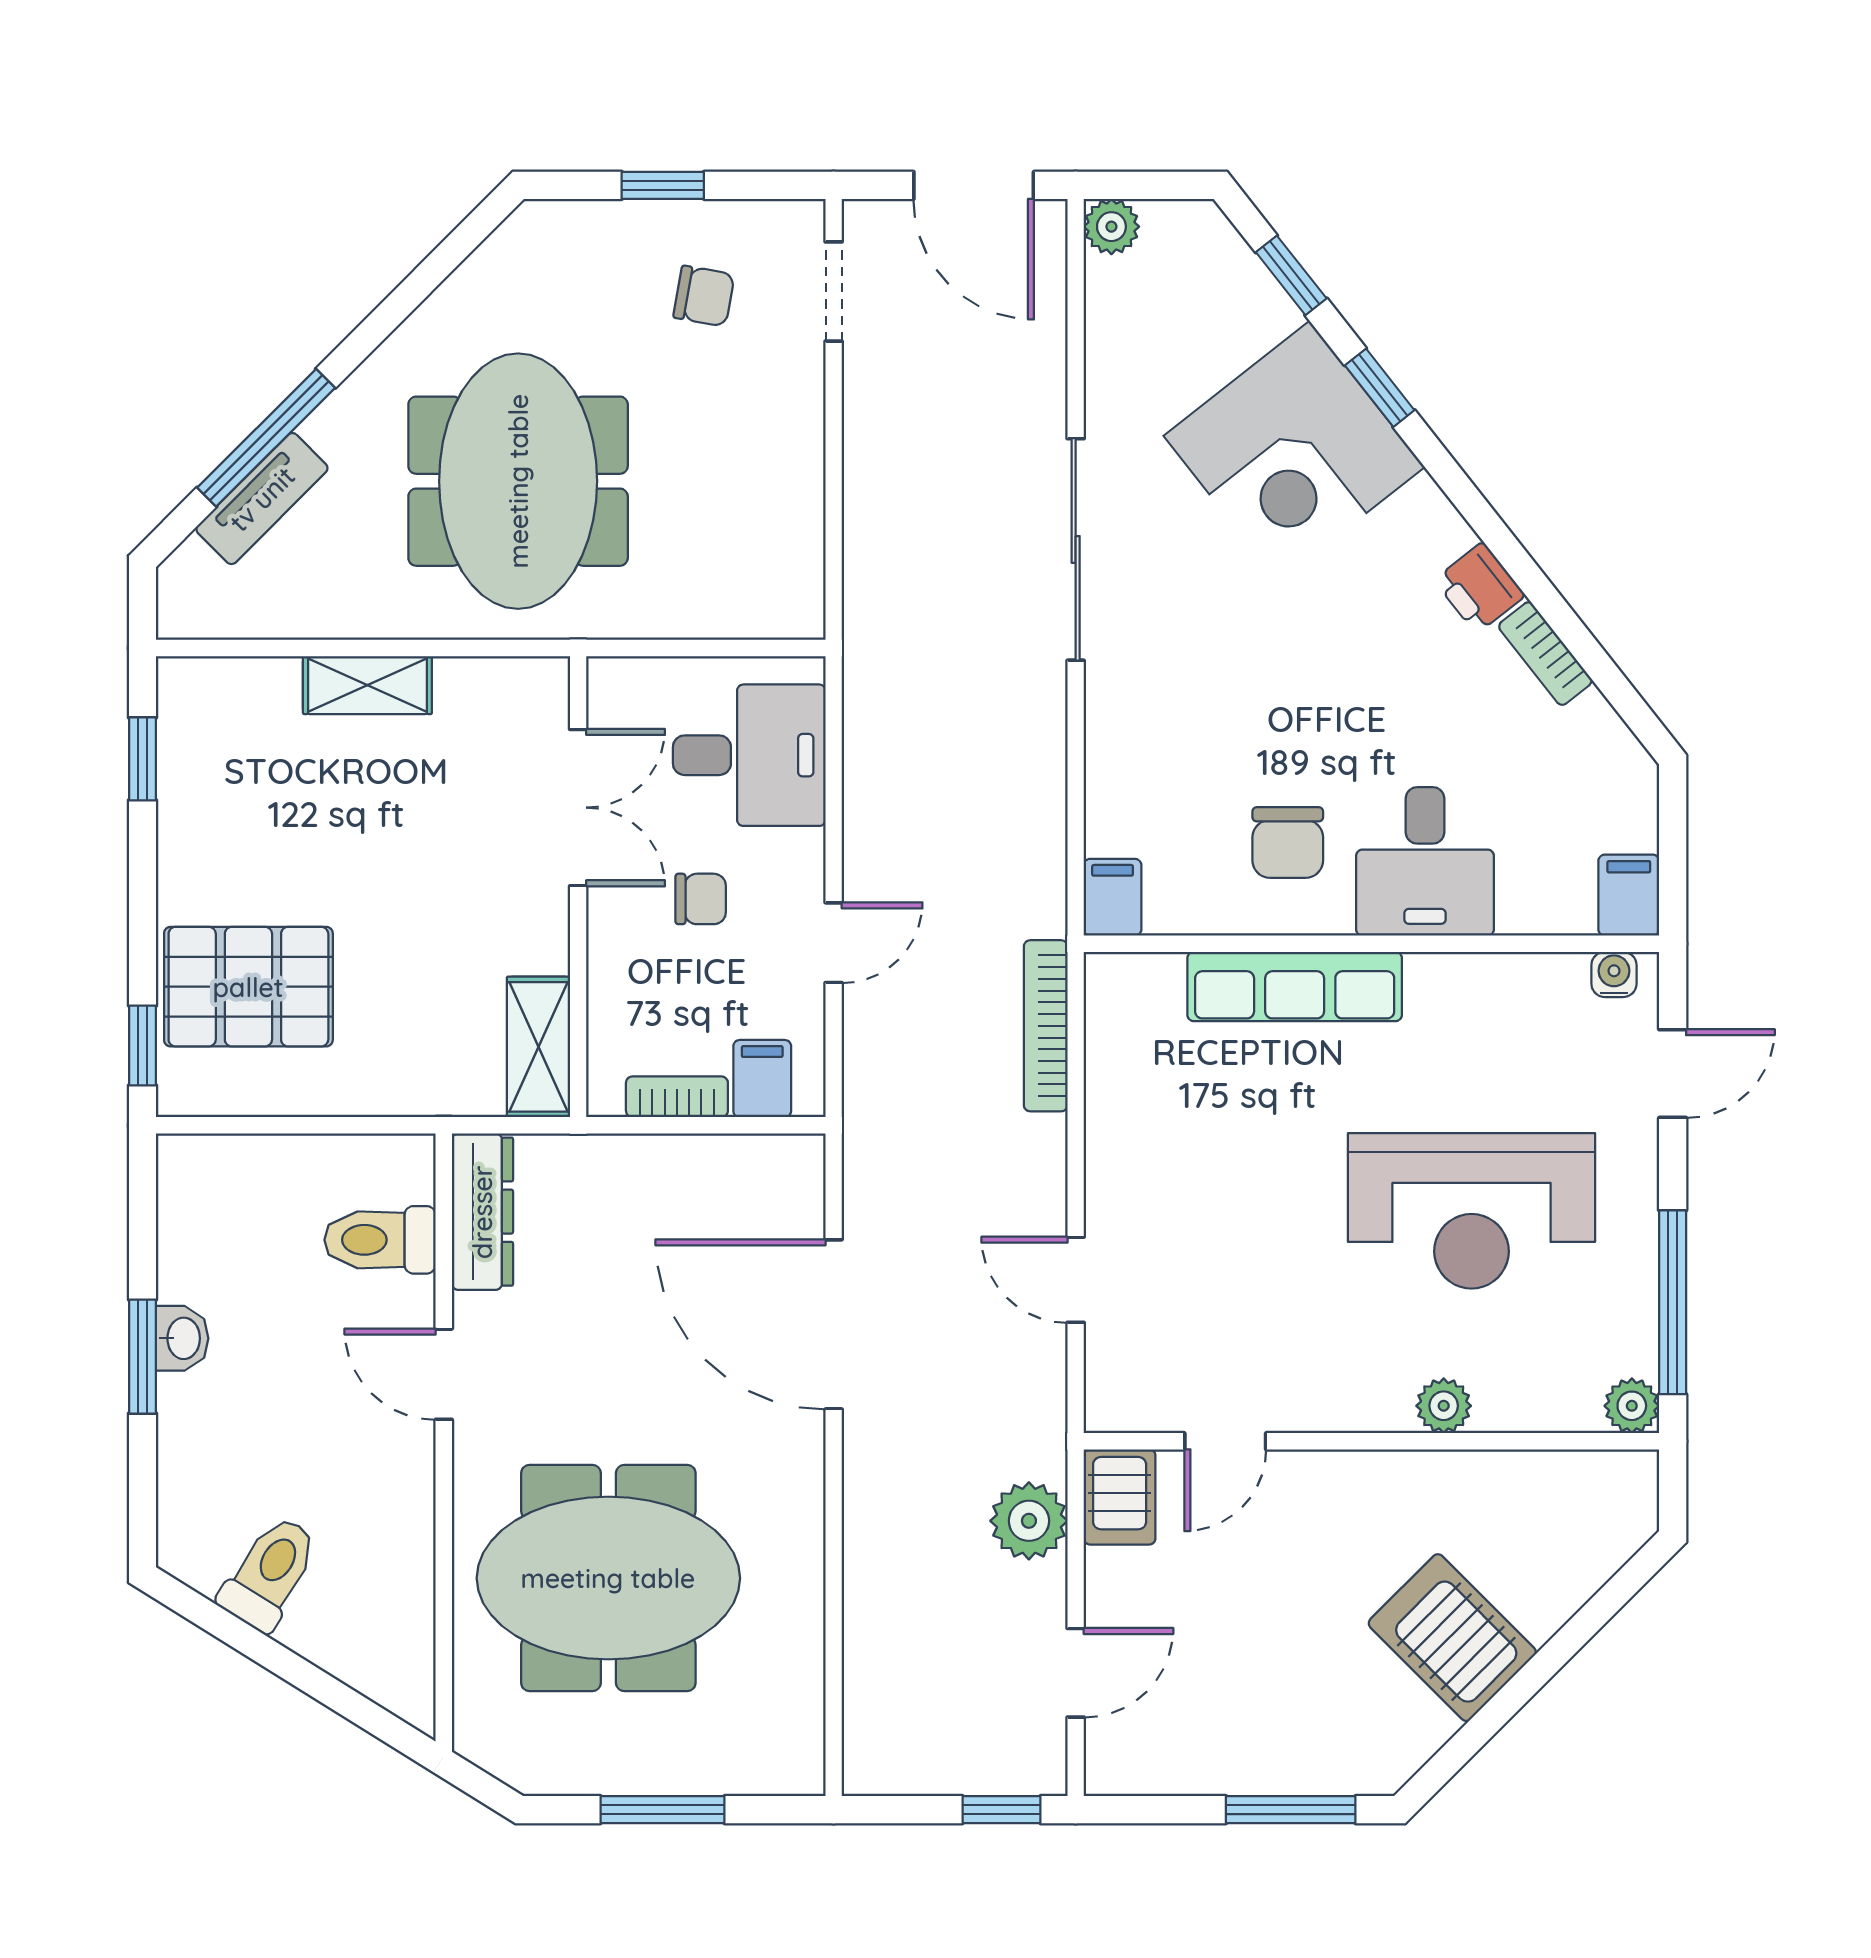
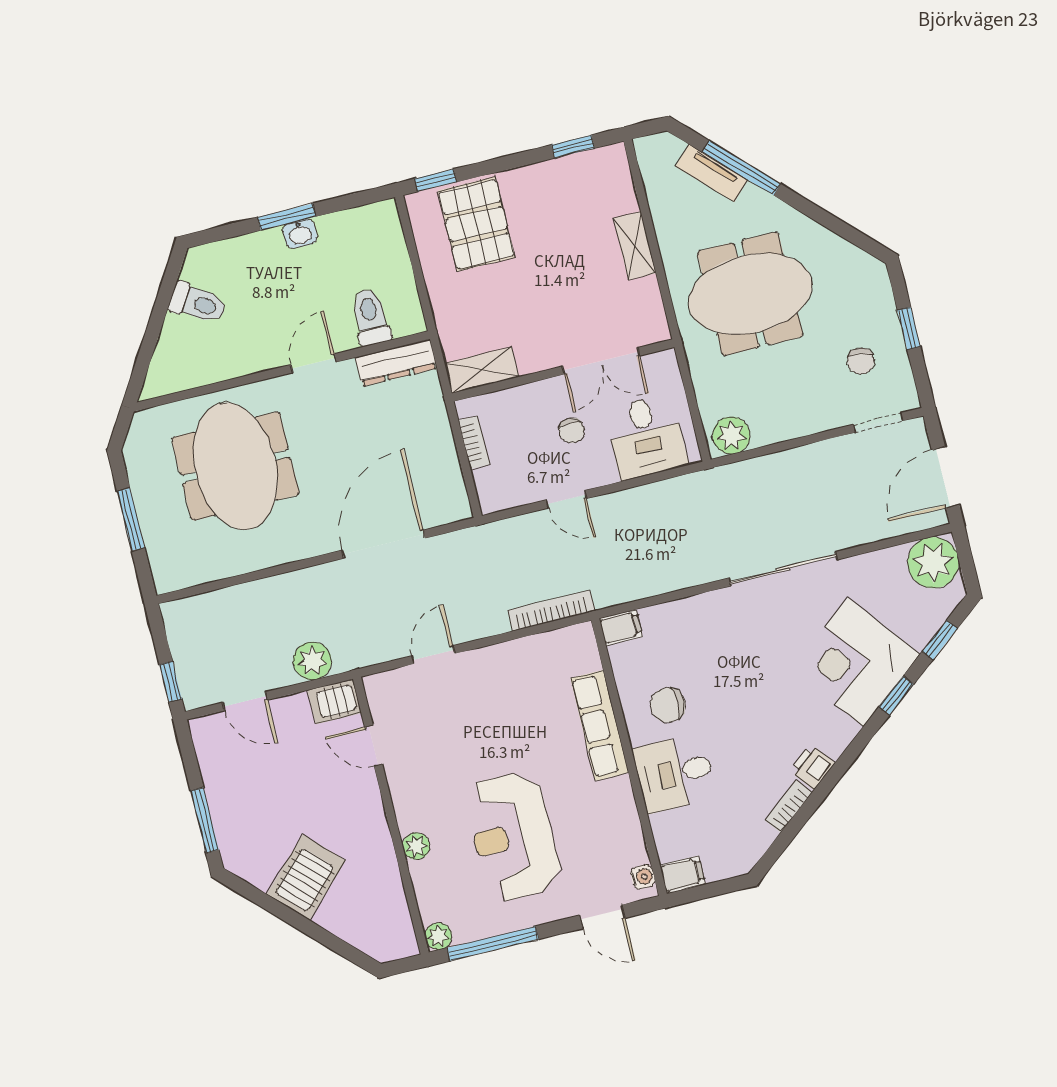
plant: (1111, 227) -> (933, 563), width x1.87, depth x1.87
plant: (788, 587) -> (731, 435), added
filing cabinet: (762, 1079) -> (493, 481), removed

